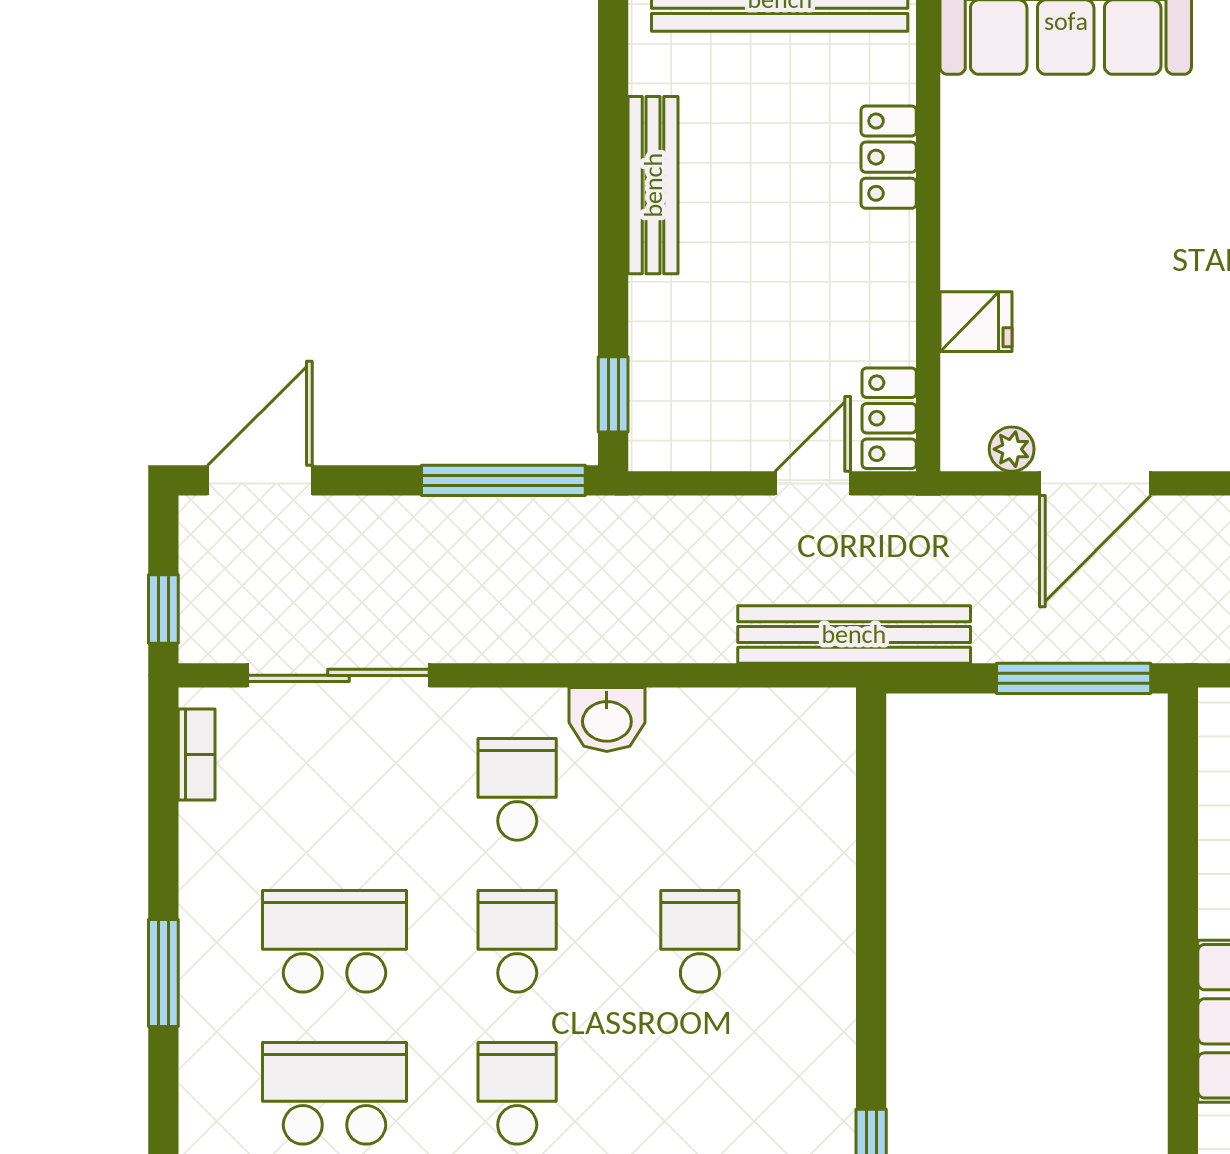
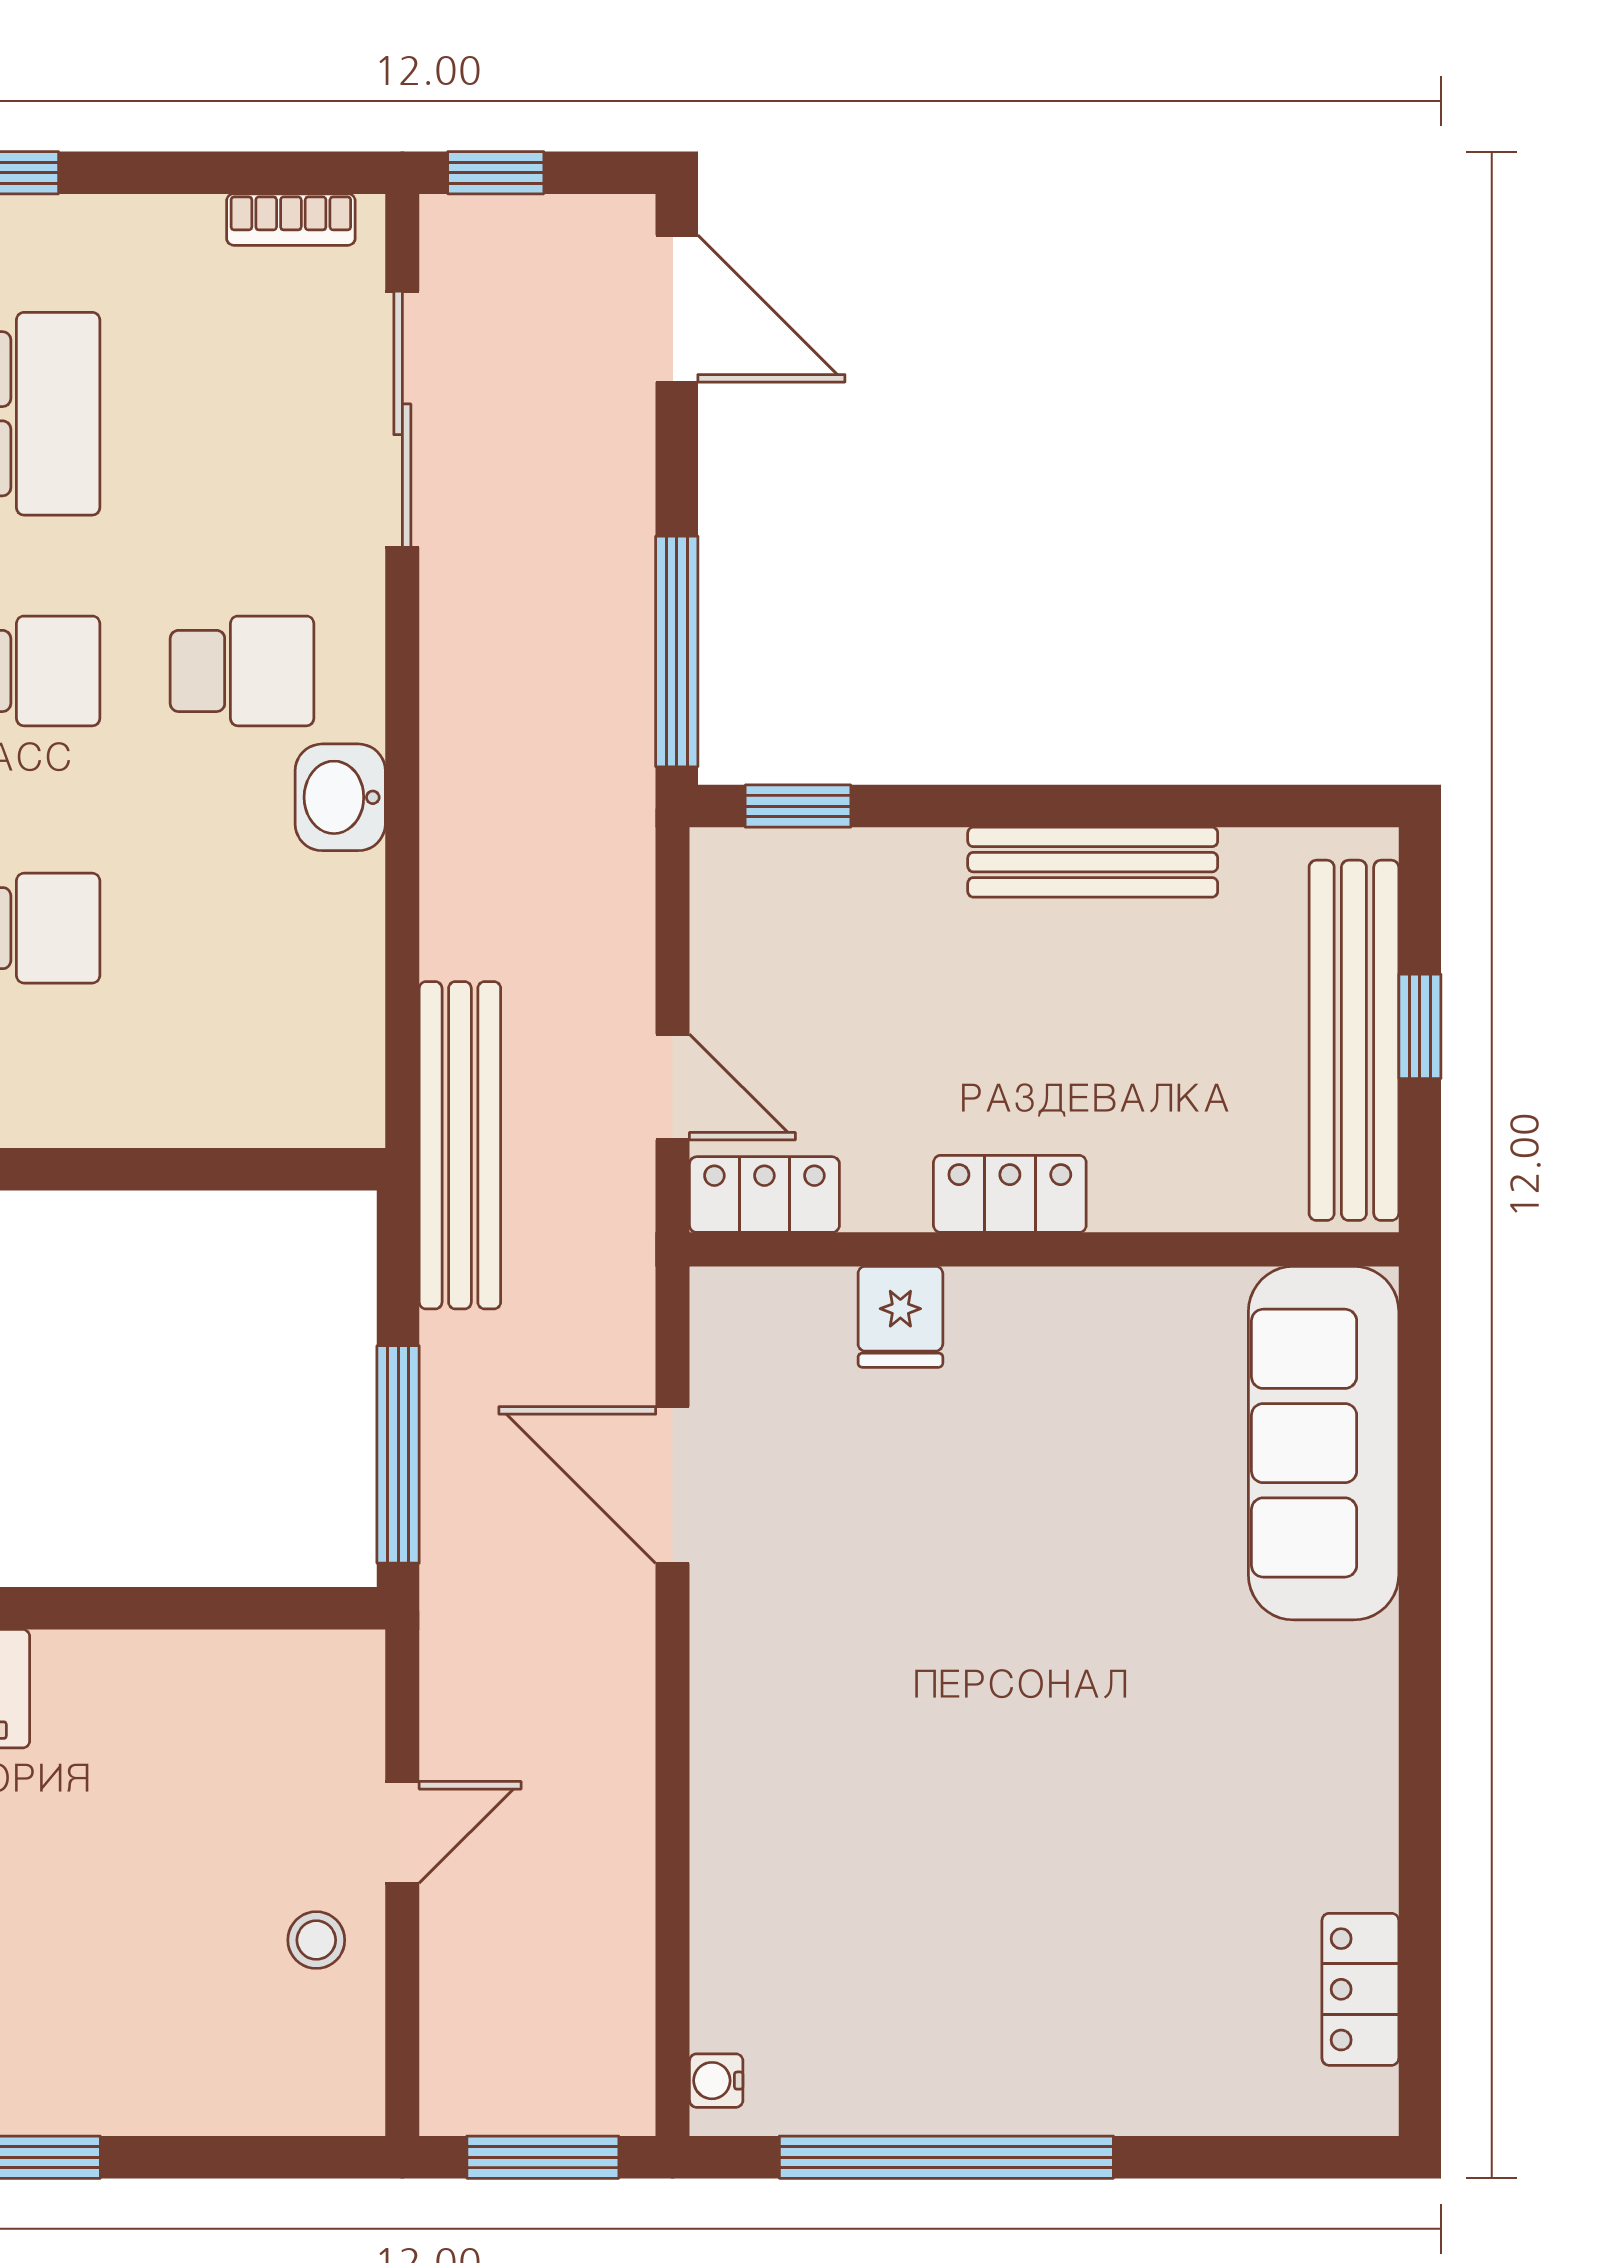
locker: (889, 157) -> (1010, 1194), moved
plant: (1012, 449) -> (721, 1367), removed

